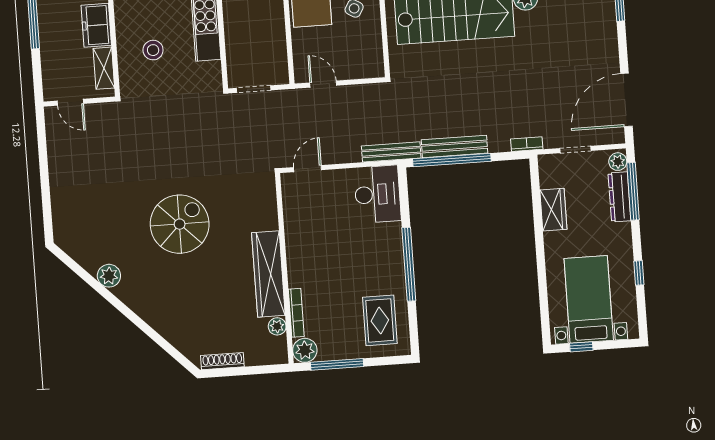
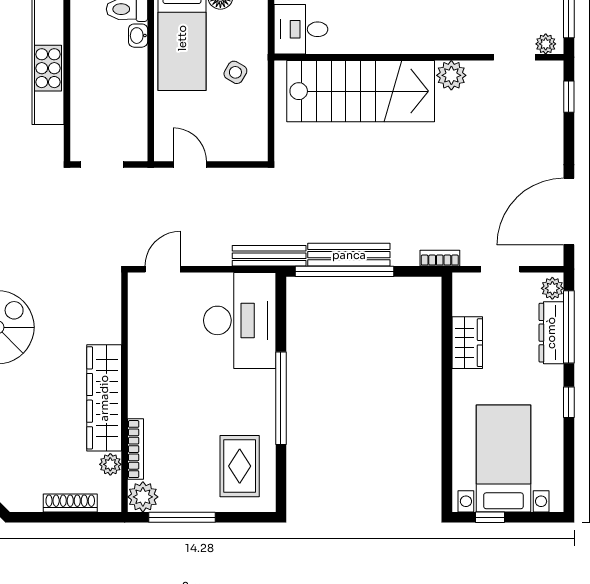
desk: (377, 194) -> (240, 320), width x1.36, depth x1.30
window: (639, 273) -> (569, 402), moved
shoe rack: (222, 361) -> (70, 503), moved

